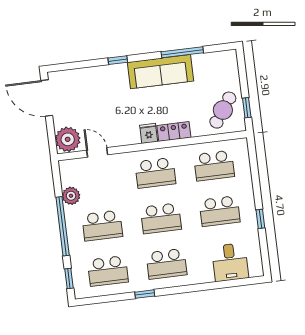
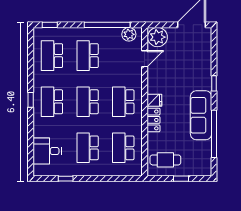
window: (182, 52) -> (214, 134), width x1.46
window: (247, 108) -> (181, 179), moved
cafe table: (223, 110) -> (165, 160), turned -35
plant: (71, 196) -> (129, 34), moved
window: (260, 219) -> (66, 179), moved
window: (63, 226) -> (107, 25), moved
window: (145, 294) -> (31, 100), moved

